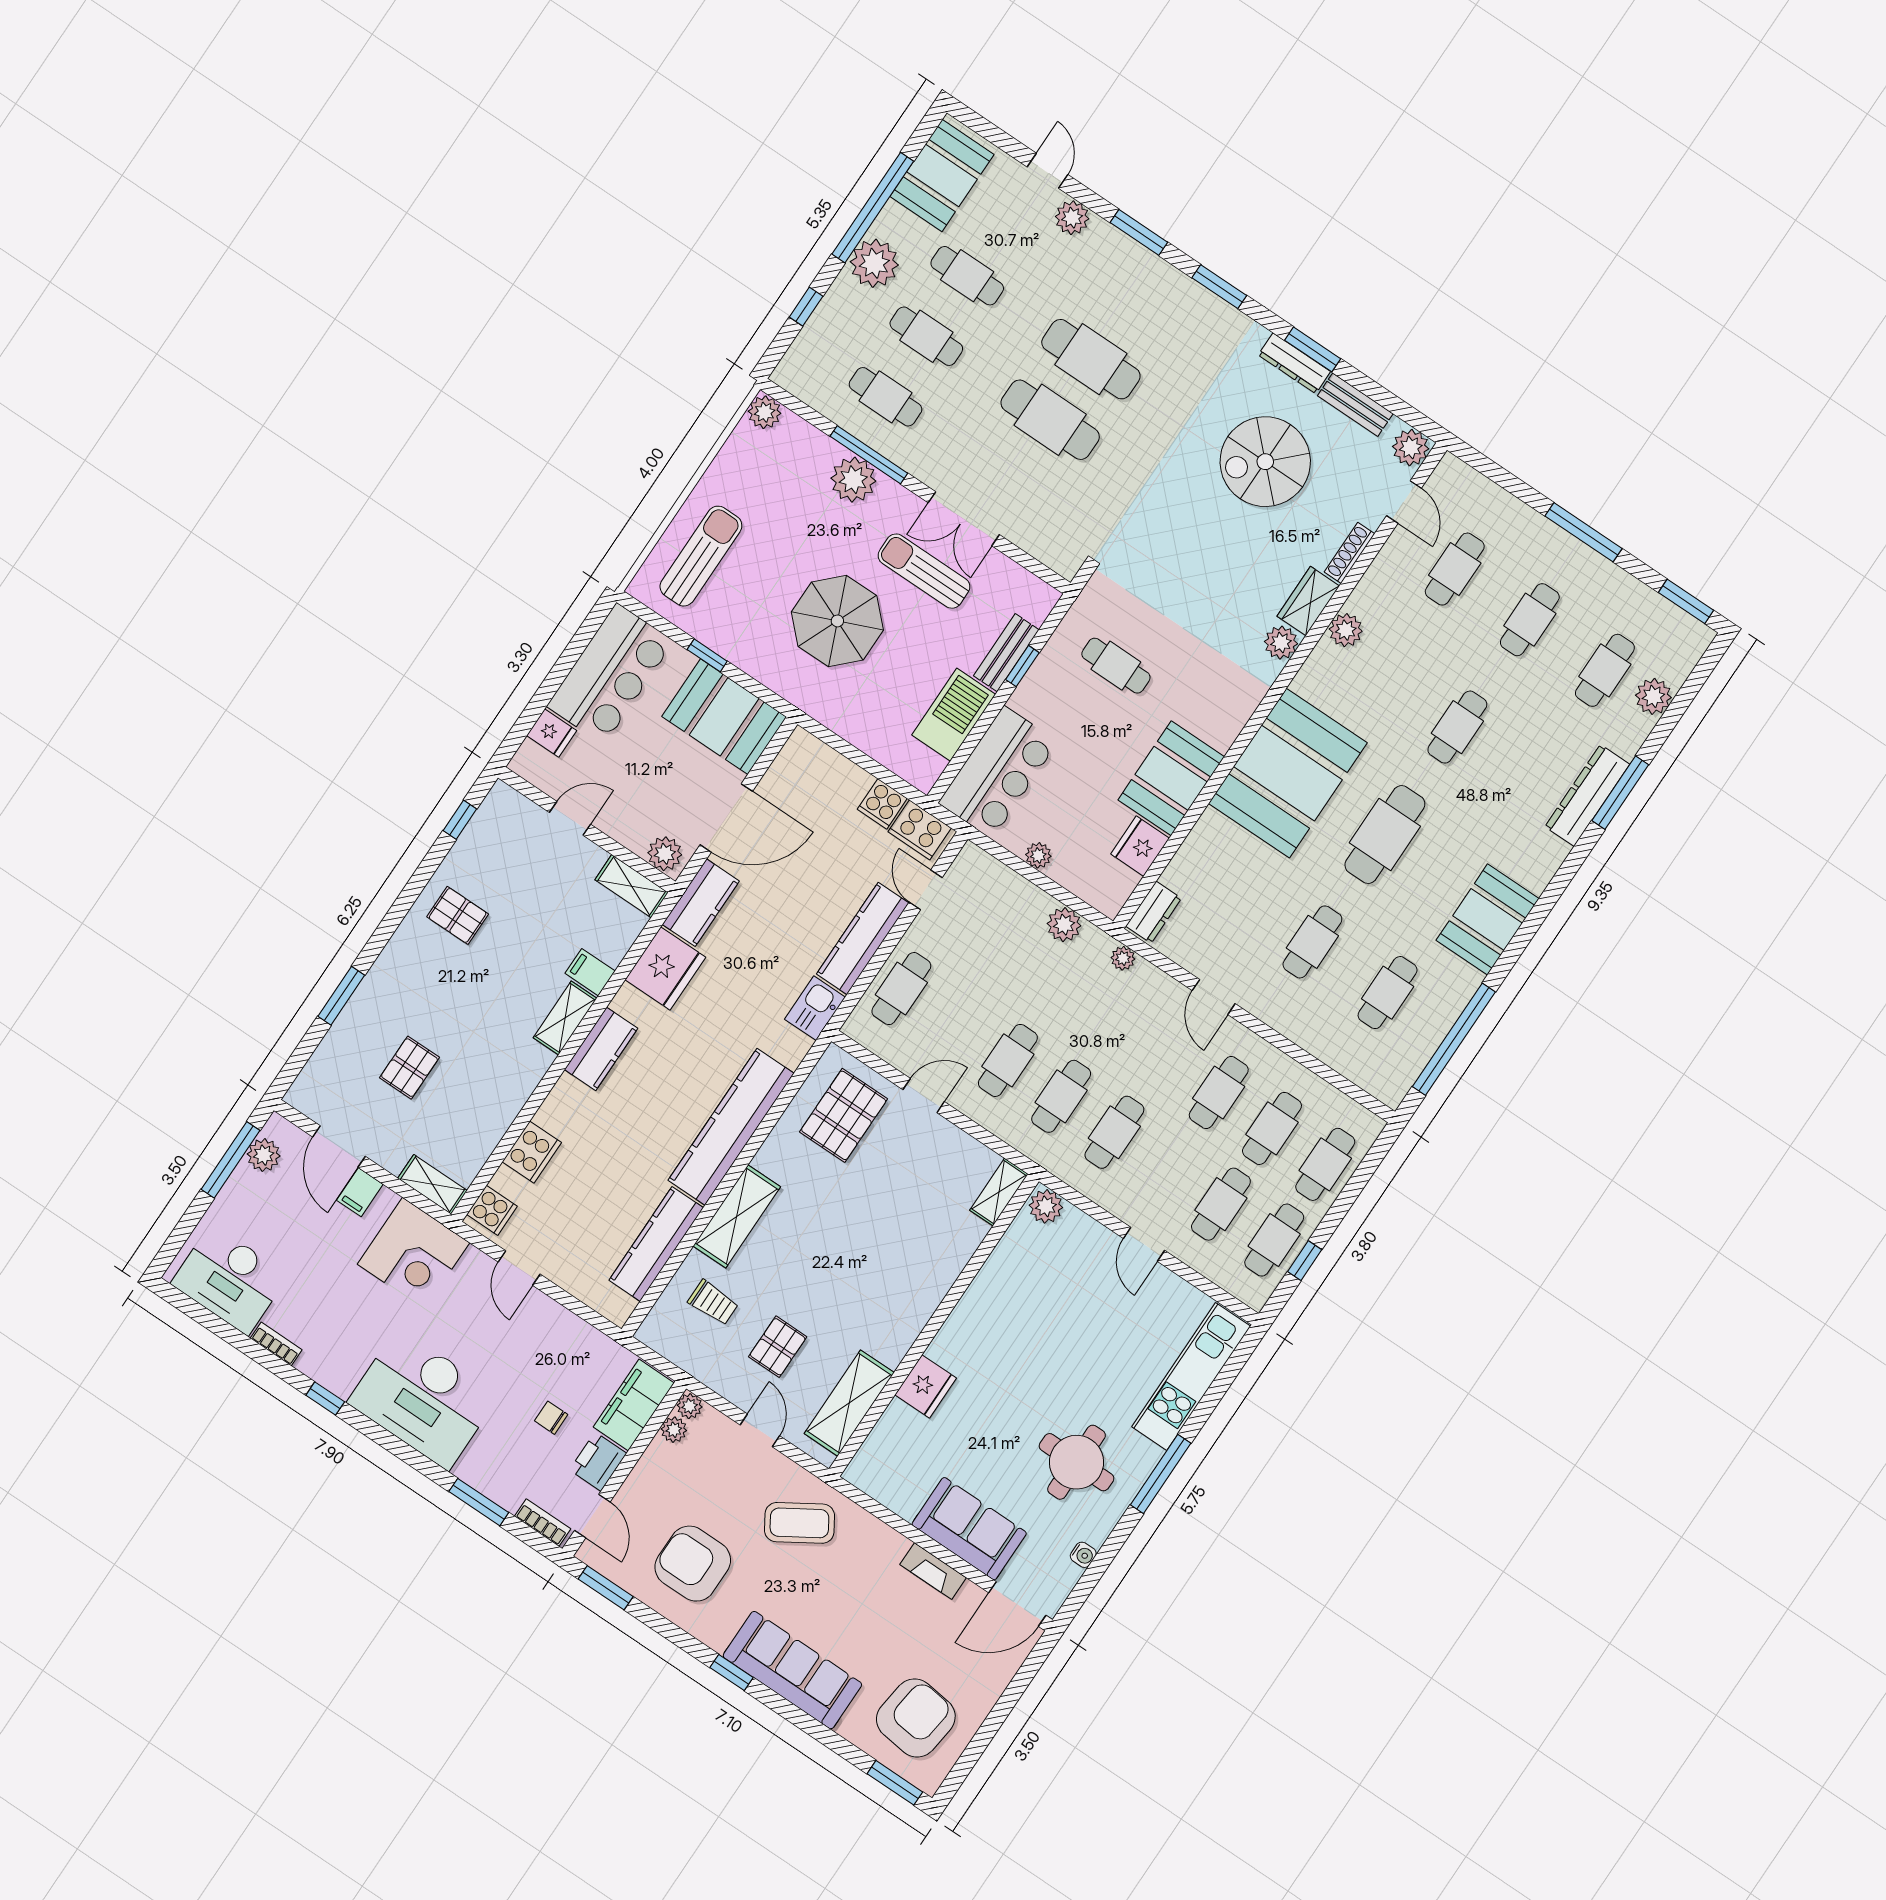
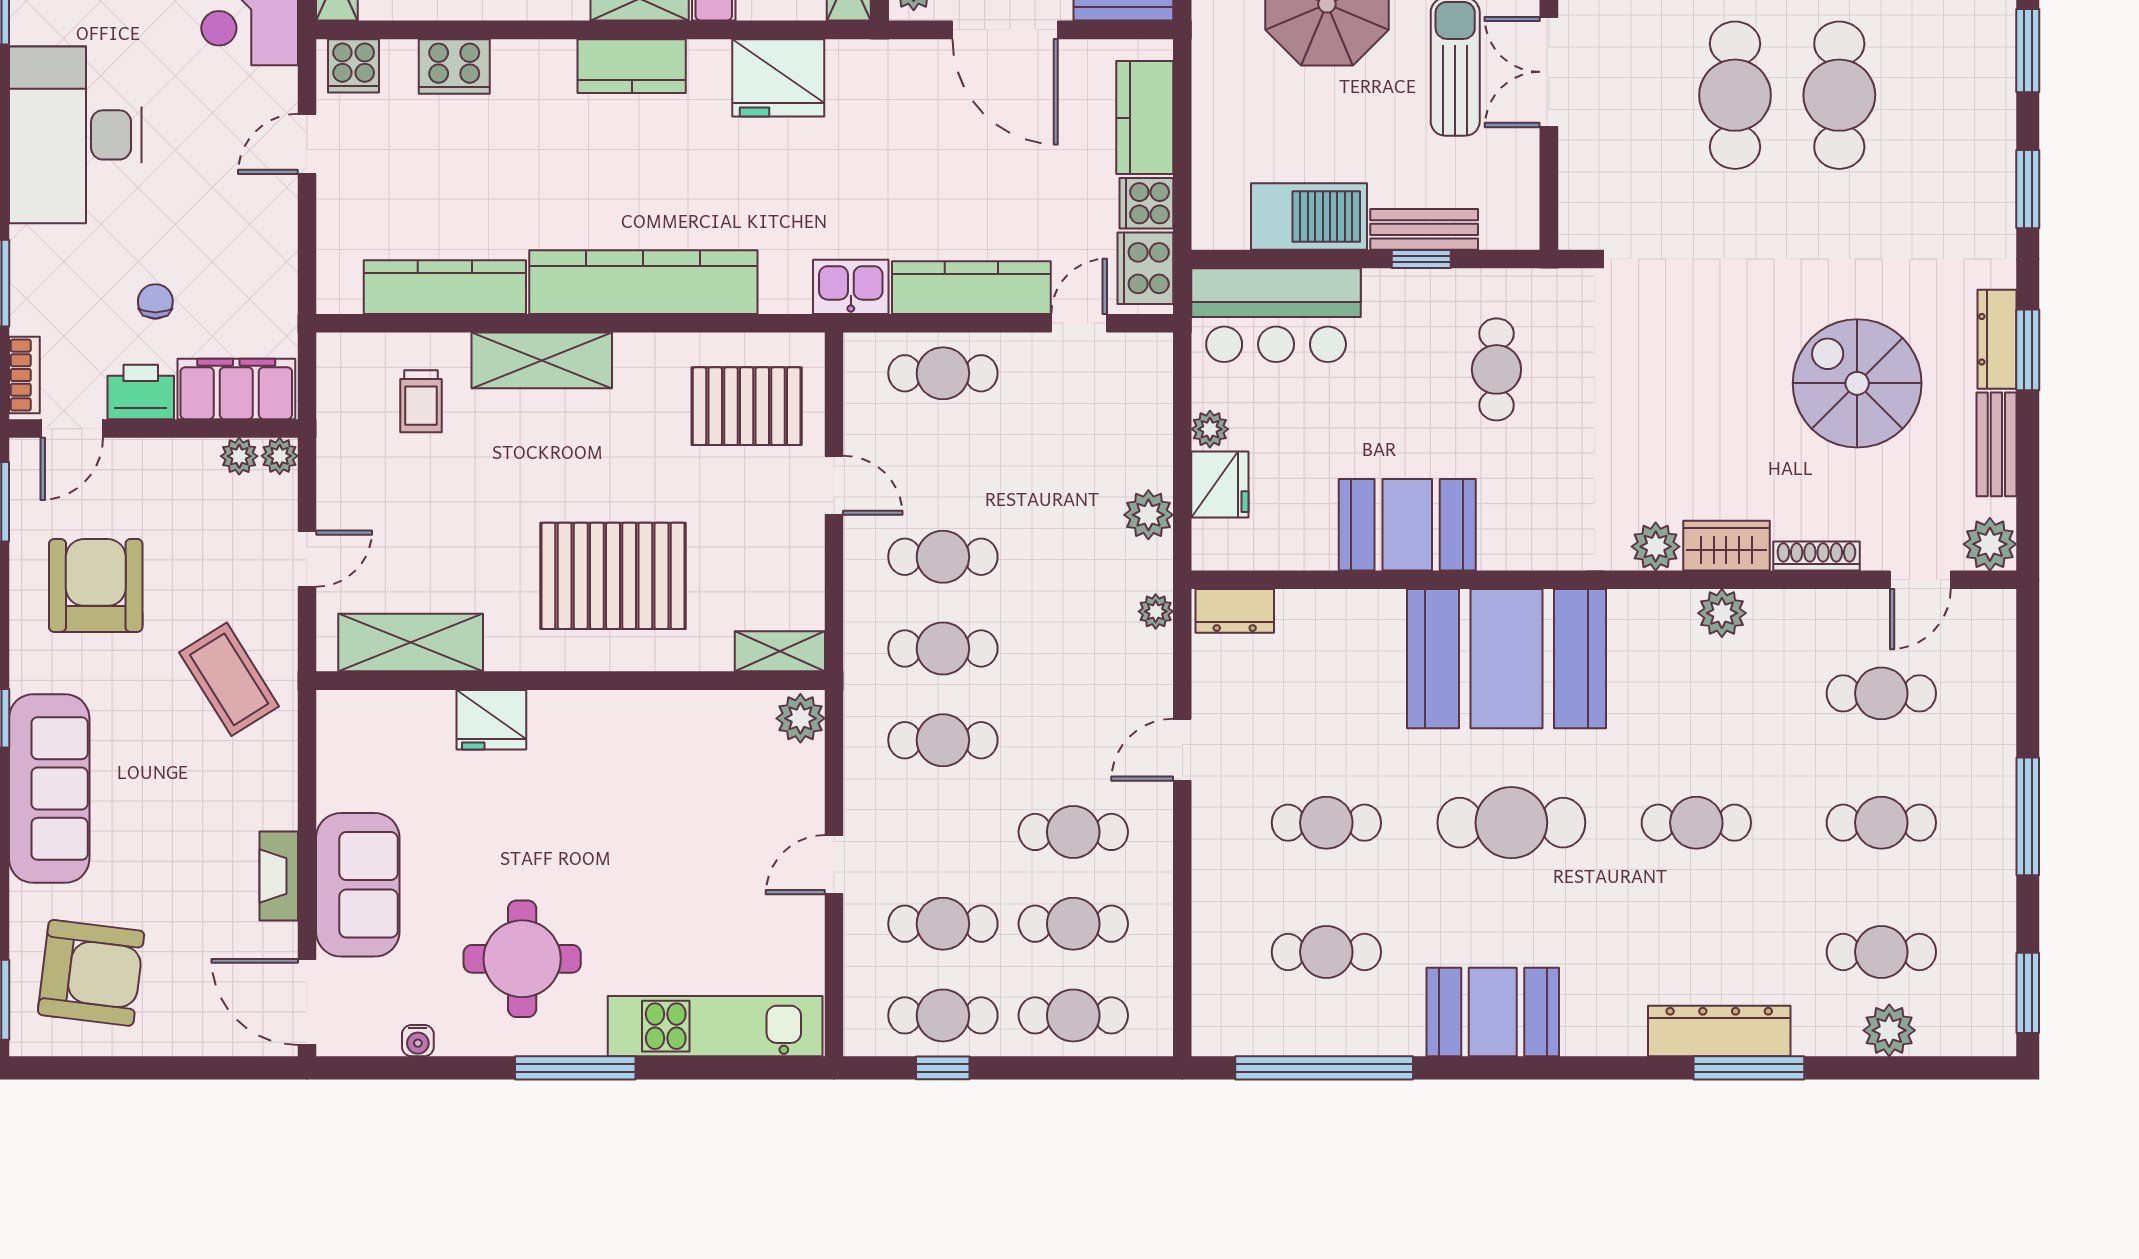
fridge: (1140, 846) -> (1220, 484), moved, turned 90
kitchen counter: (701, 903) -> (1145, 118), moved, turned 90
pallet: (778, 1347) -> (613, 576), moved, width x2.05, depth x2.00

